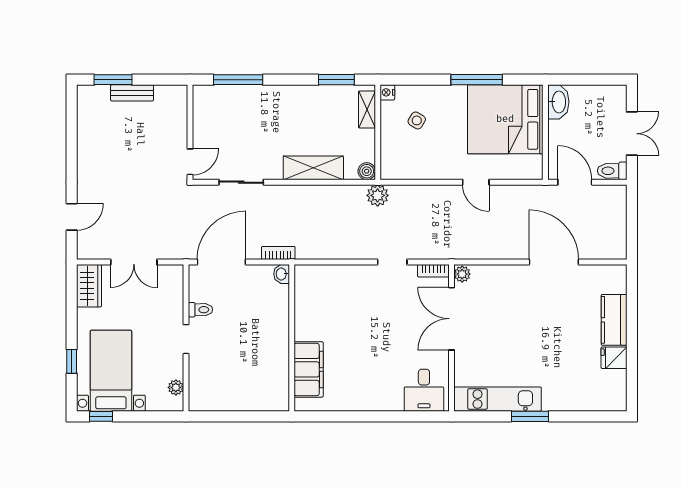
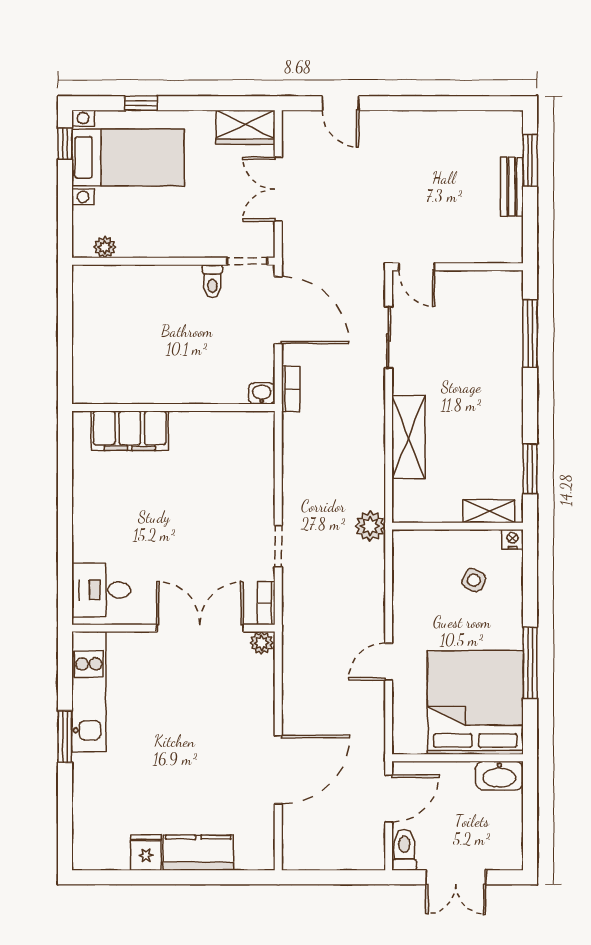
boiler: (367, 171) -> (404, 511), removed
doorway: (186, 339) -> (247, 261), moved

